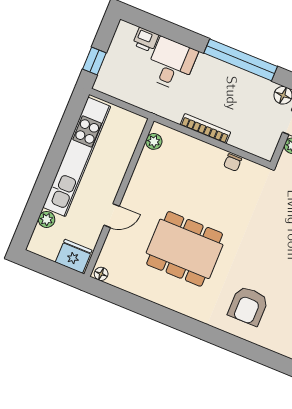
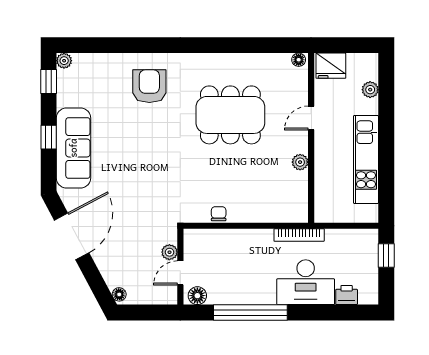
desk: (171, 64) -> (306, 282), width x1.37
bookcase: (205, 129) -> (299, 235), moved
plant: (154, 141) -> (300, 162), moved
kitchen unit: (77, 157) -> (366, 159), width x0.73

